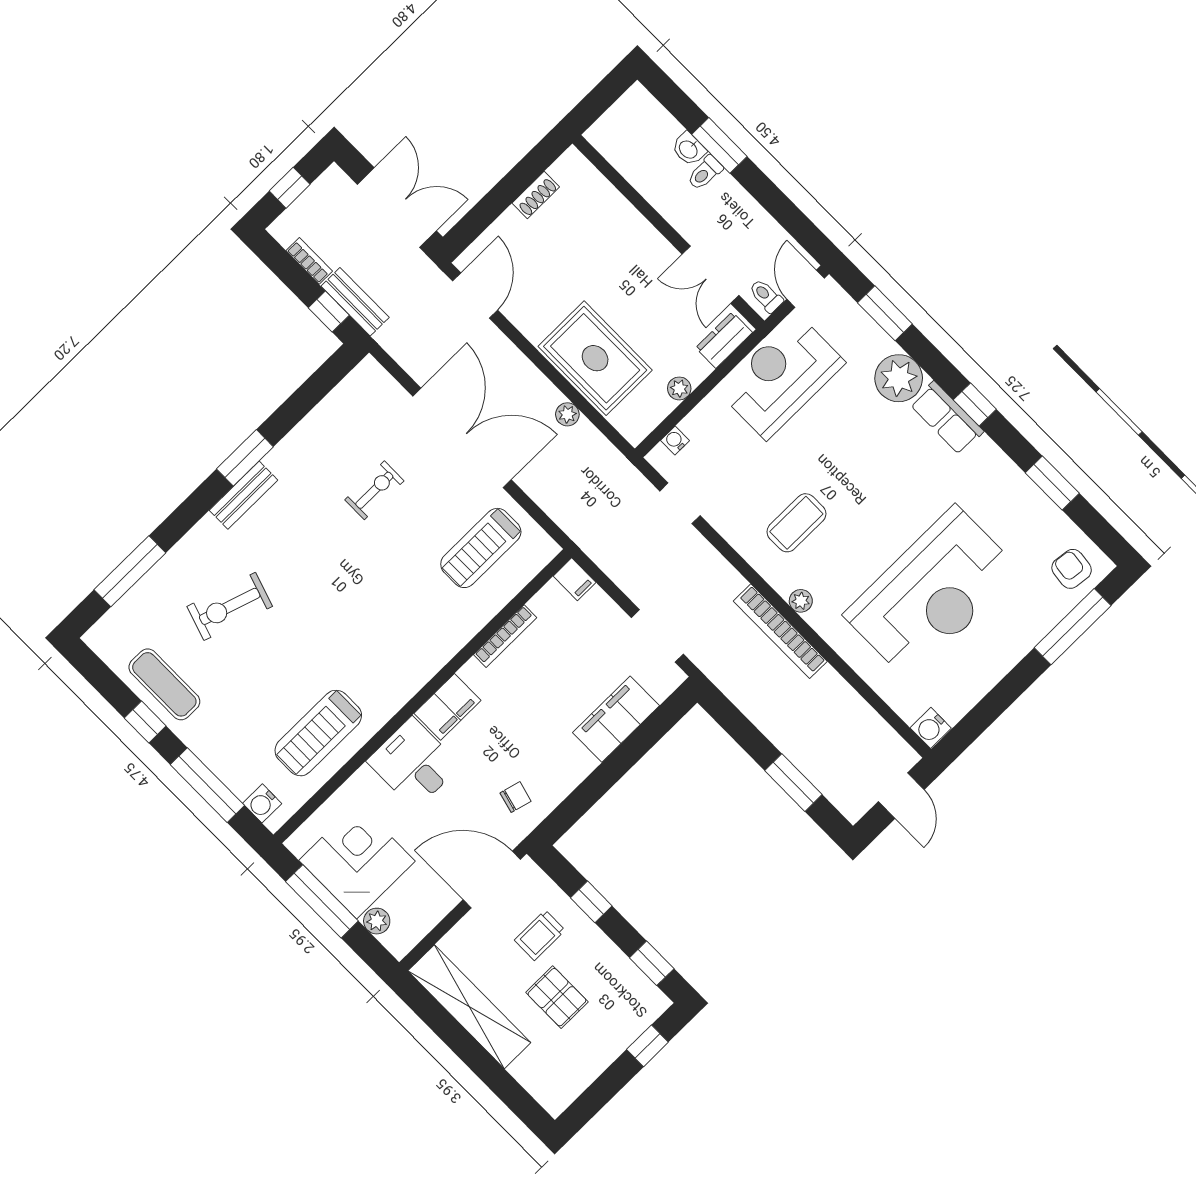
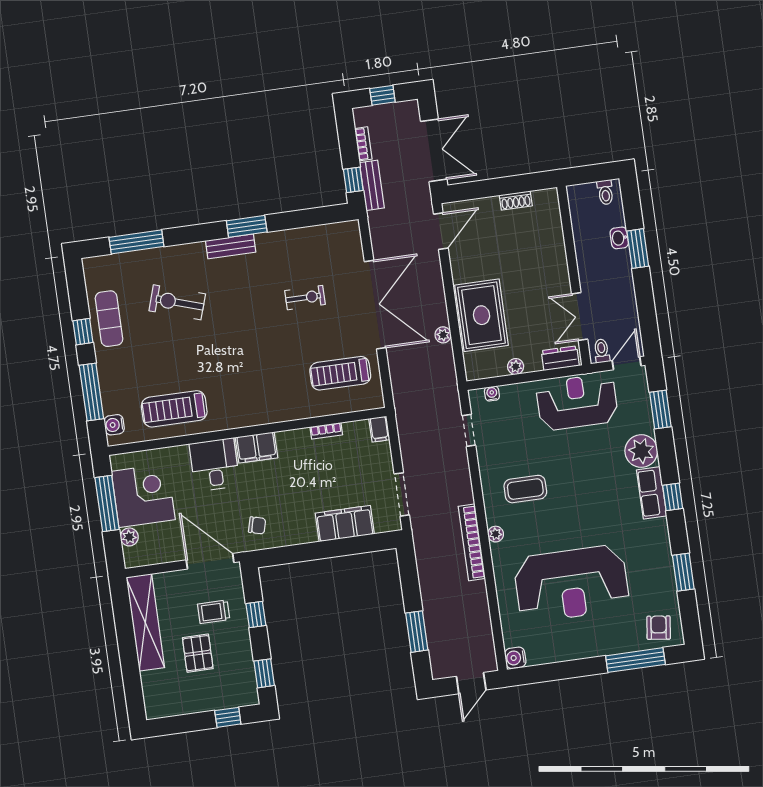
toilet: (705, 173) -> (605, 192), moved, turned -90
bookcase: (505, 636) -> (326, 431), width x0.64

